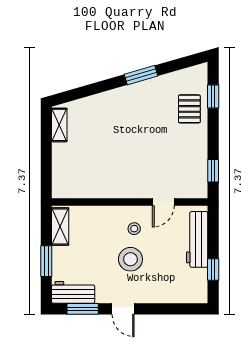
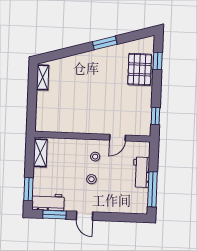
pallet: (189, 109) -> (140, 69), width x1.50, depth x1.42
workbench: (197, 239) -> (141, 172), width x0.73
stool: (130, 259) -> (91, 179), width x0.53, depth x0.53
window: (46, 261) -> (28, 189), moved
window: (213, 270) -> (152, 189), width x2.17

